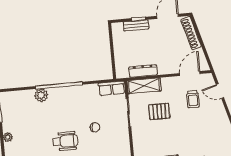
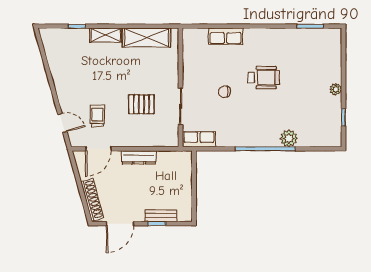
dresser: (143, 71) -> (139, 157), moved
shelving: (144, 86) -> (158, 139), removed
wheelchair: (65, 141) -> (264, 78), turned 180

